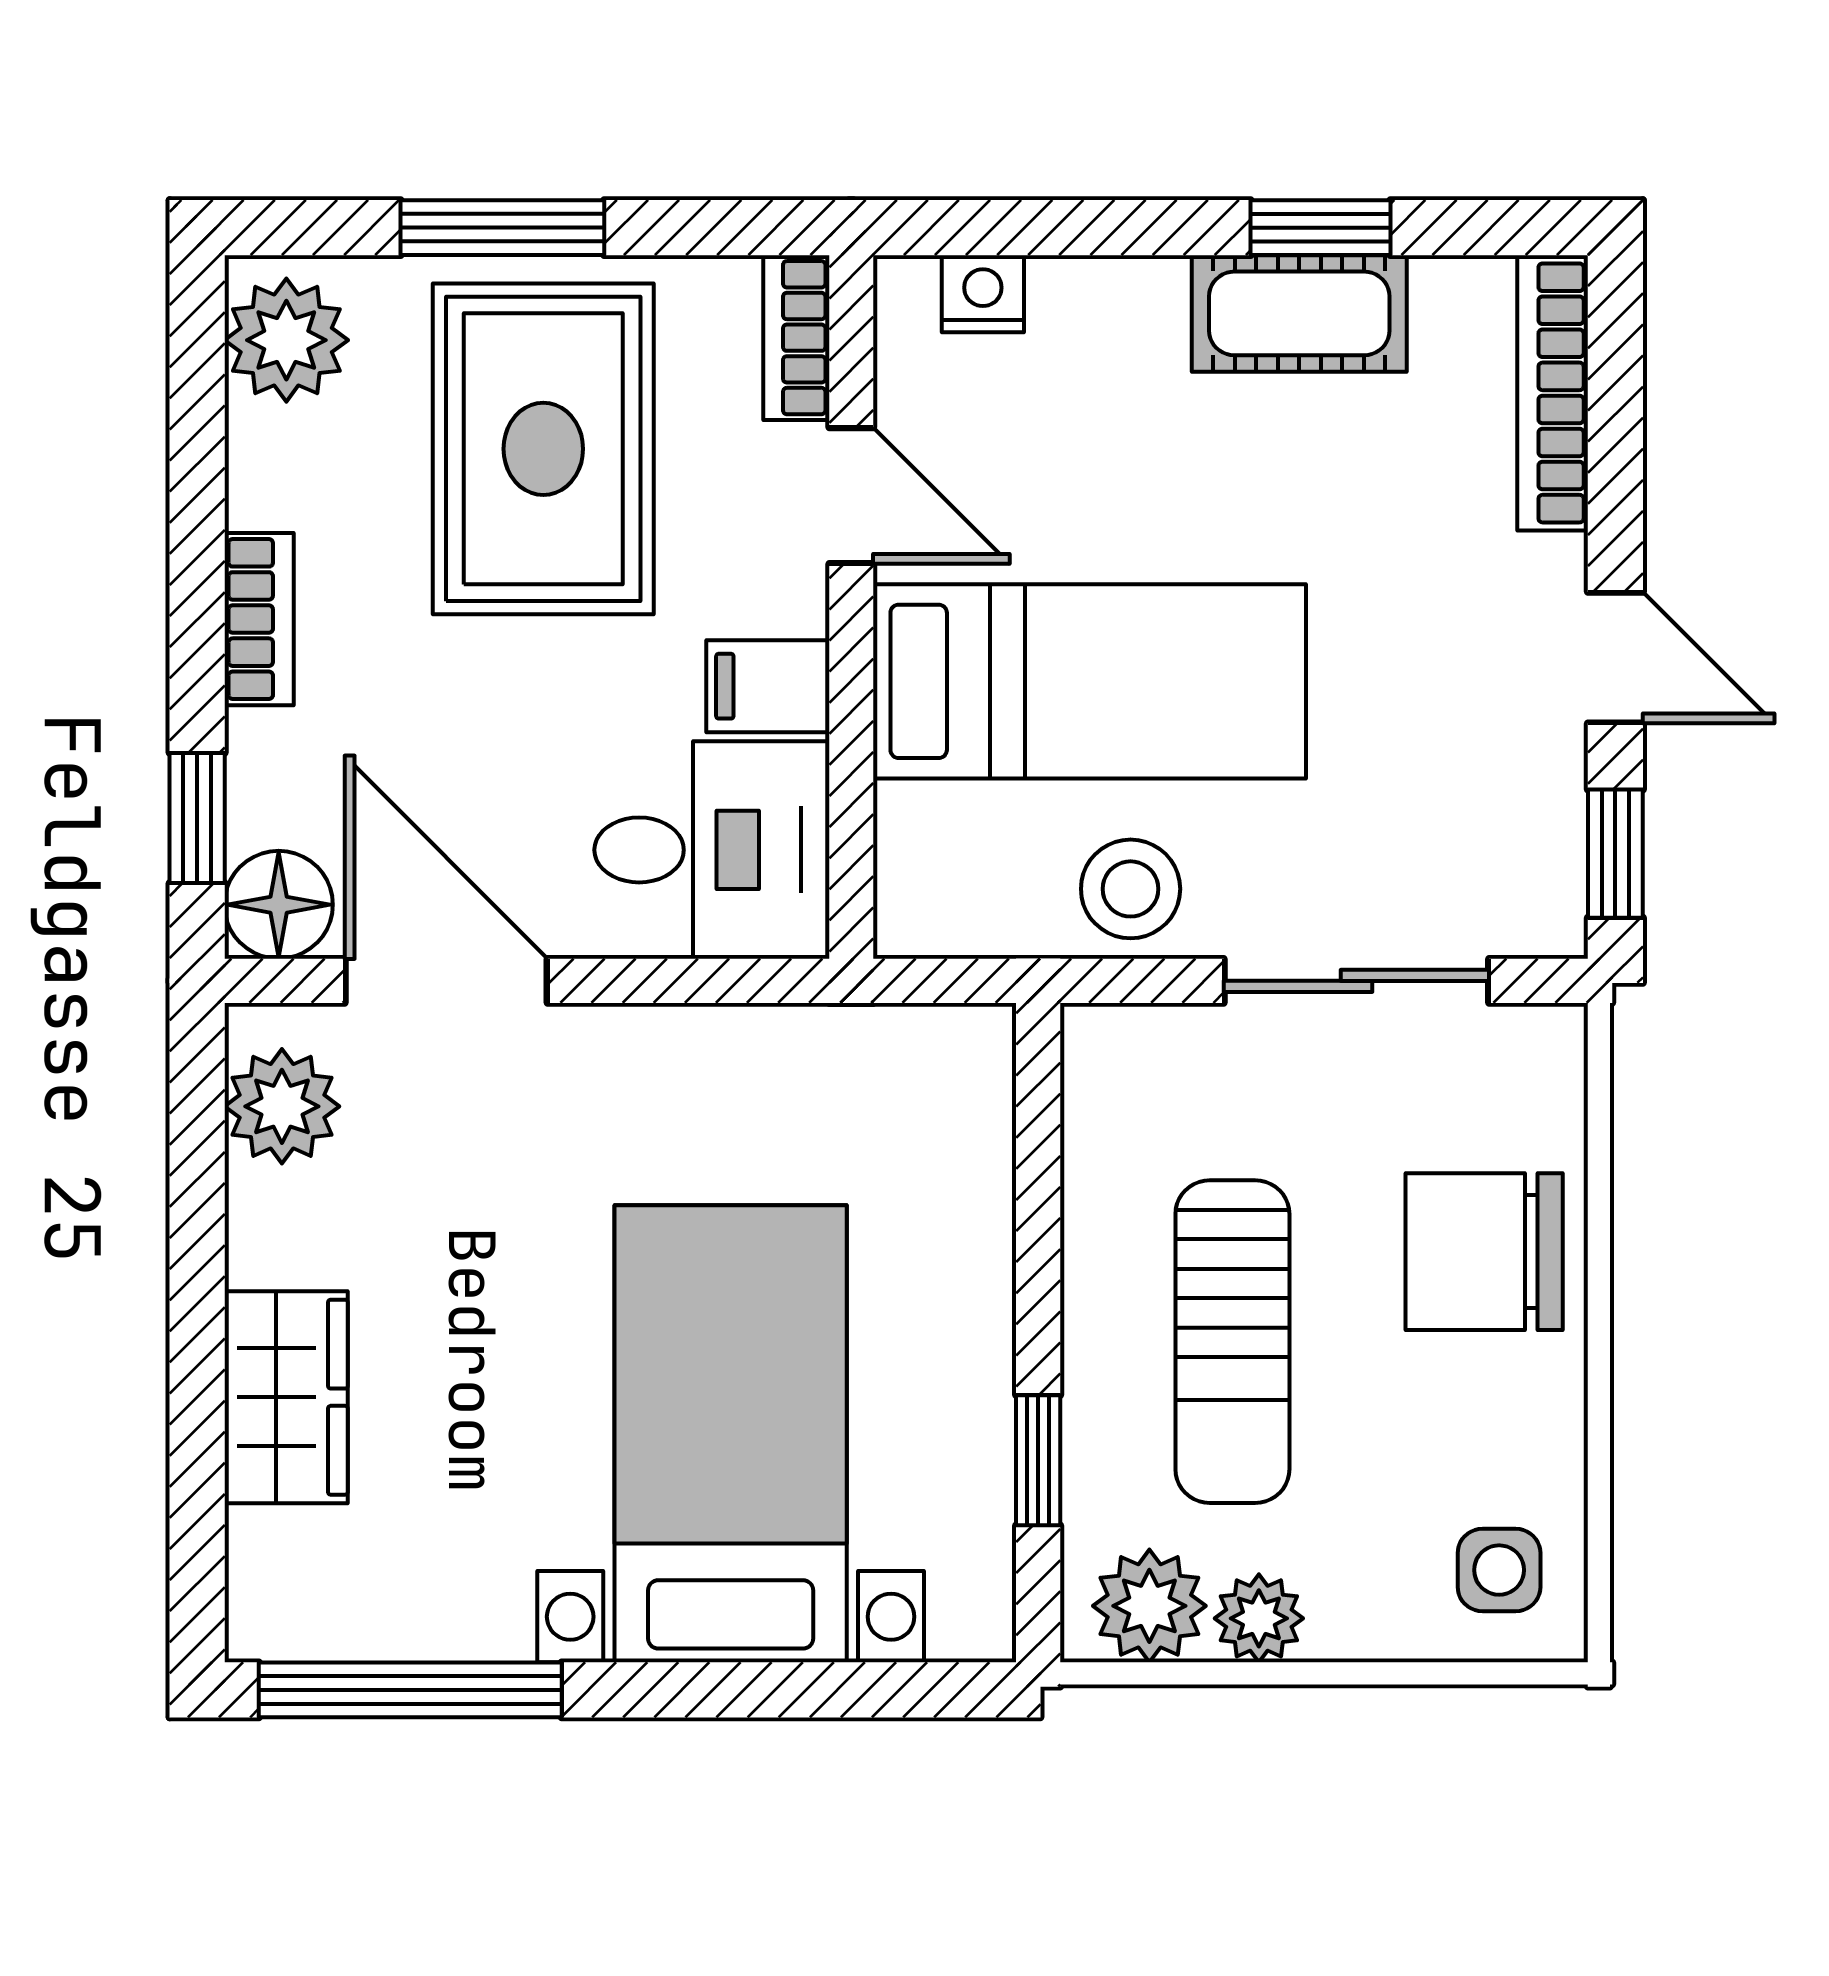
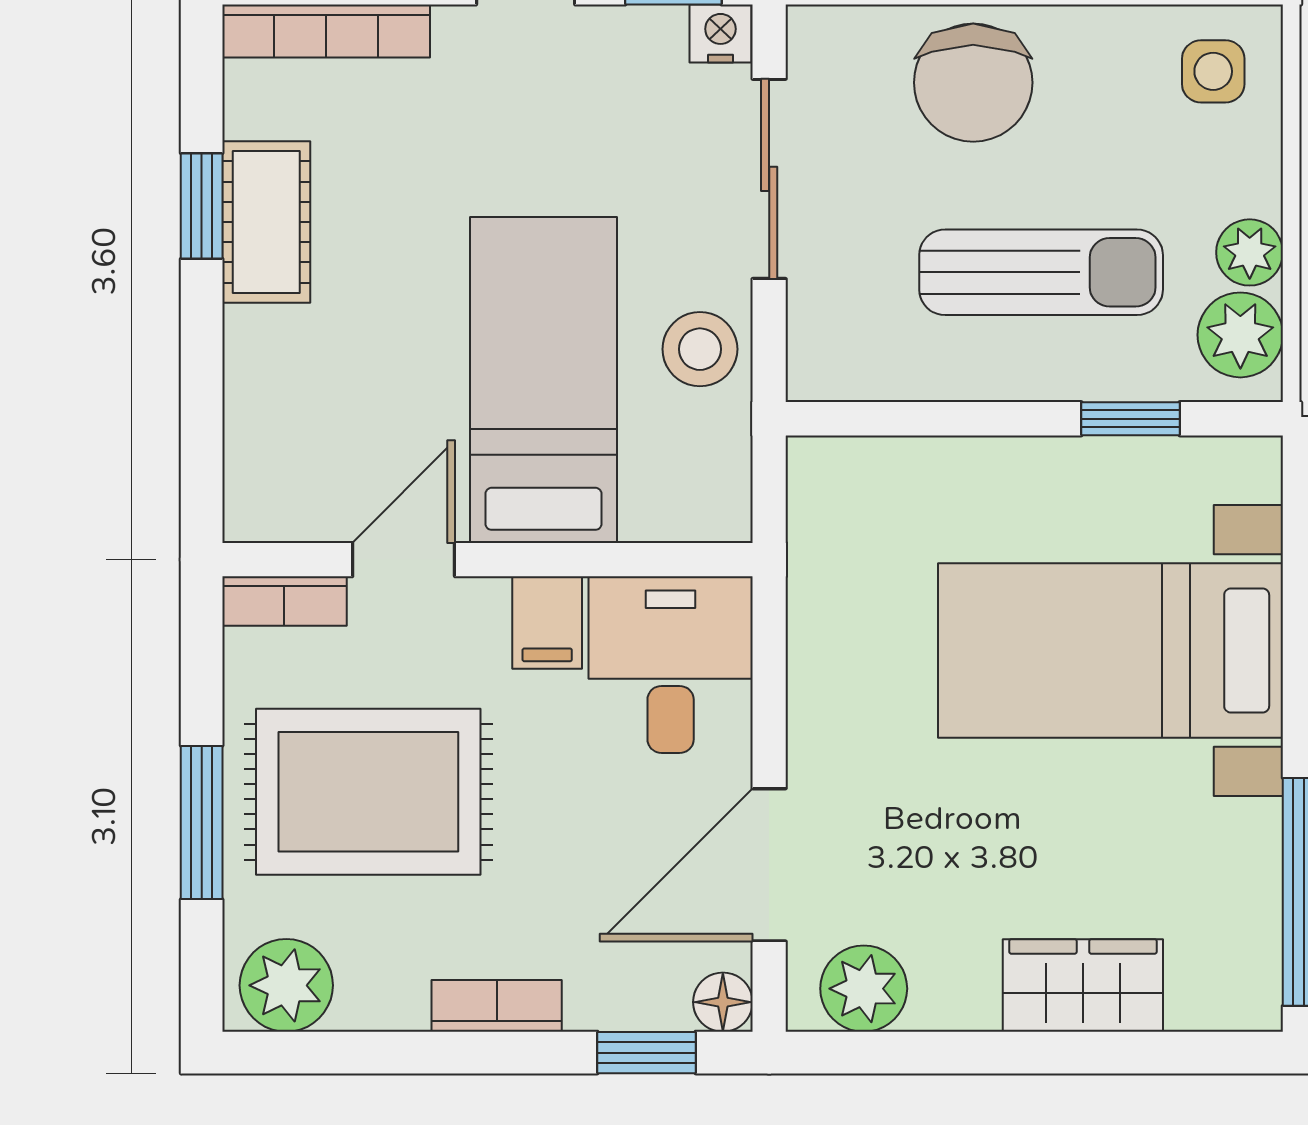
nightstand: (983, 294) -> (720, 34), moved, turned 90
floor lamp: (279, 905) -> (723, 1002), width x0.73, depth x0.73

